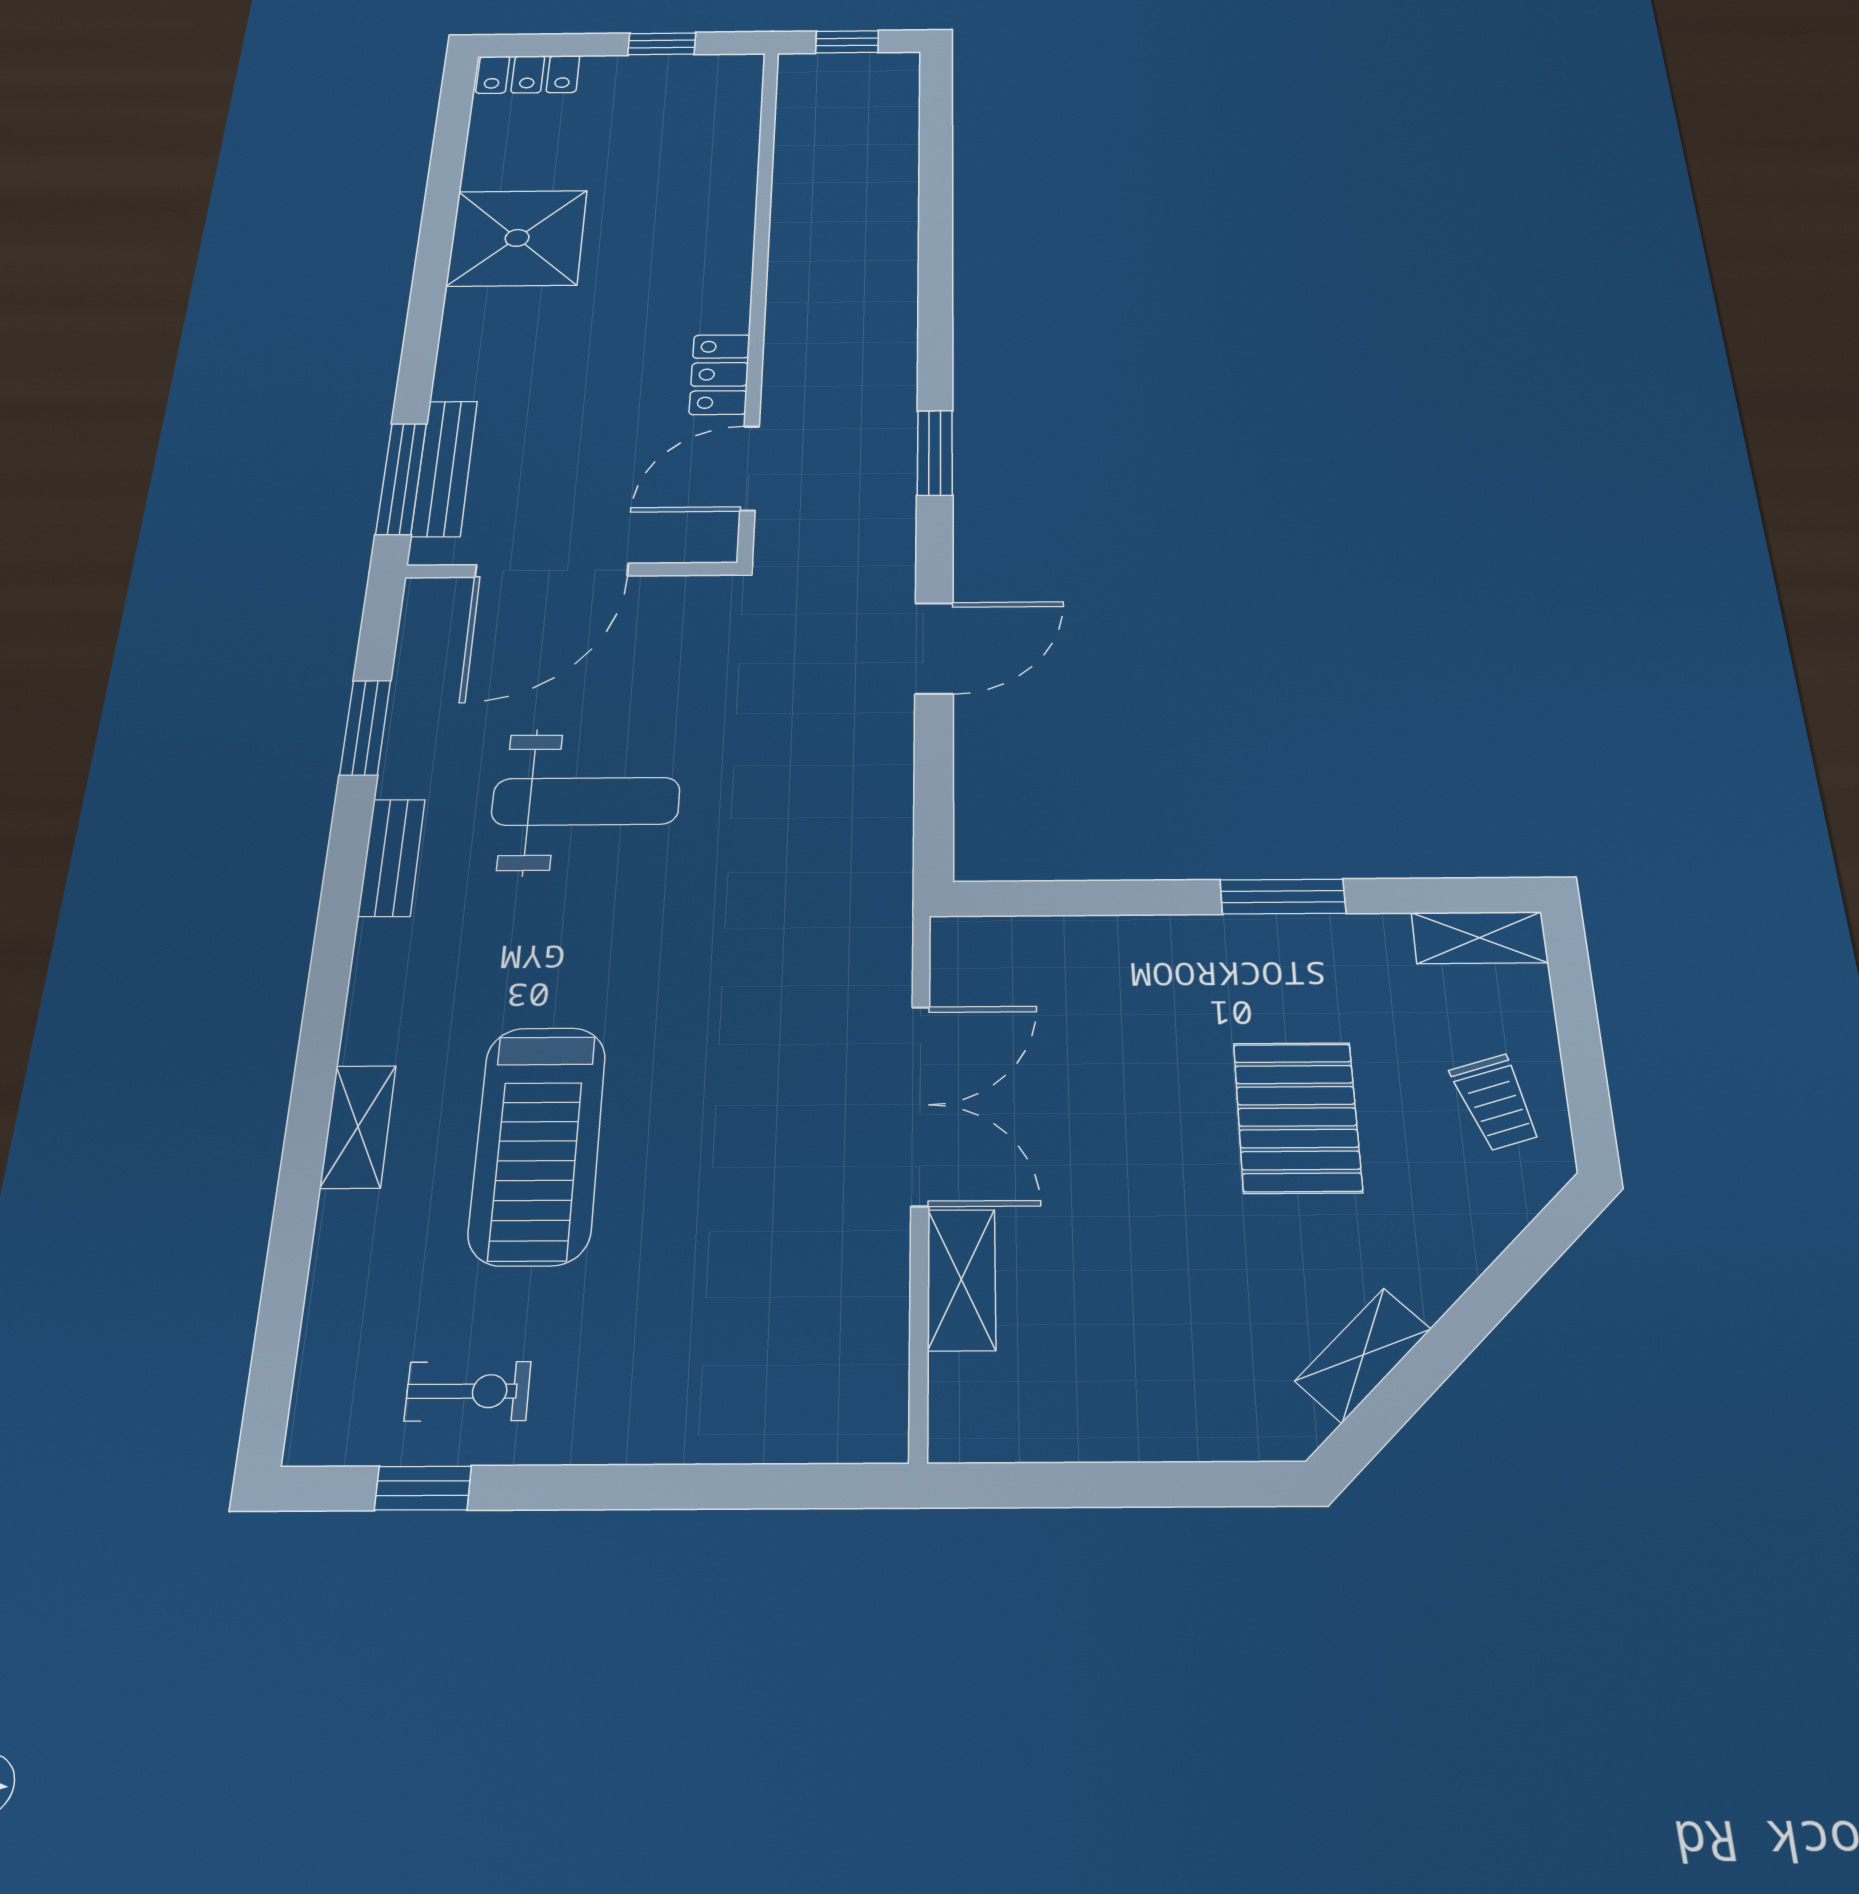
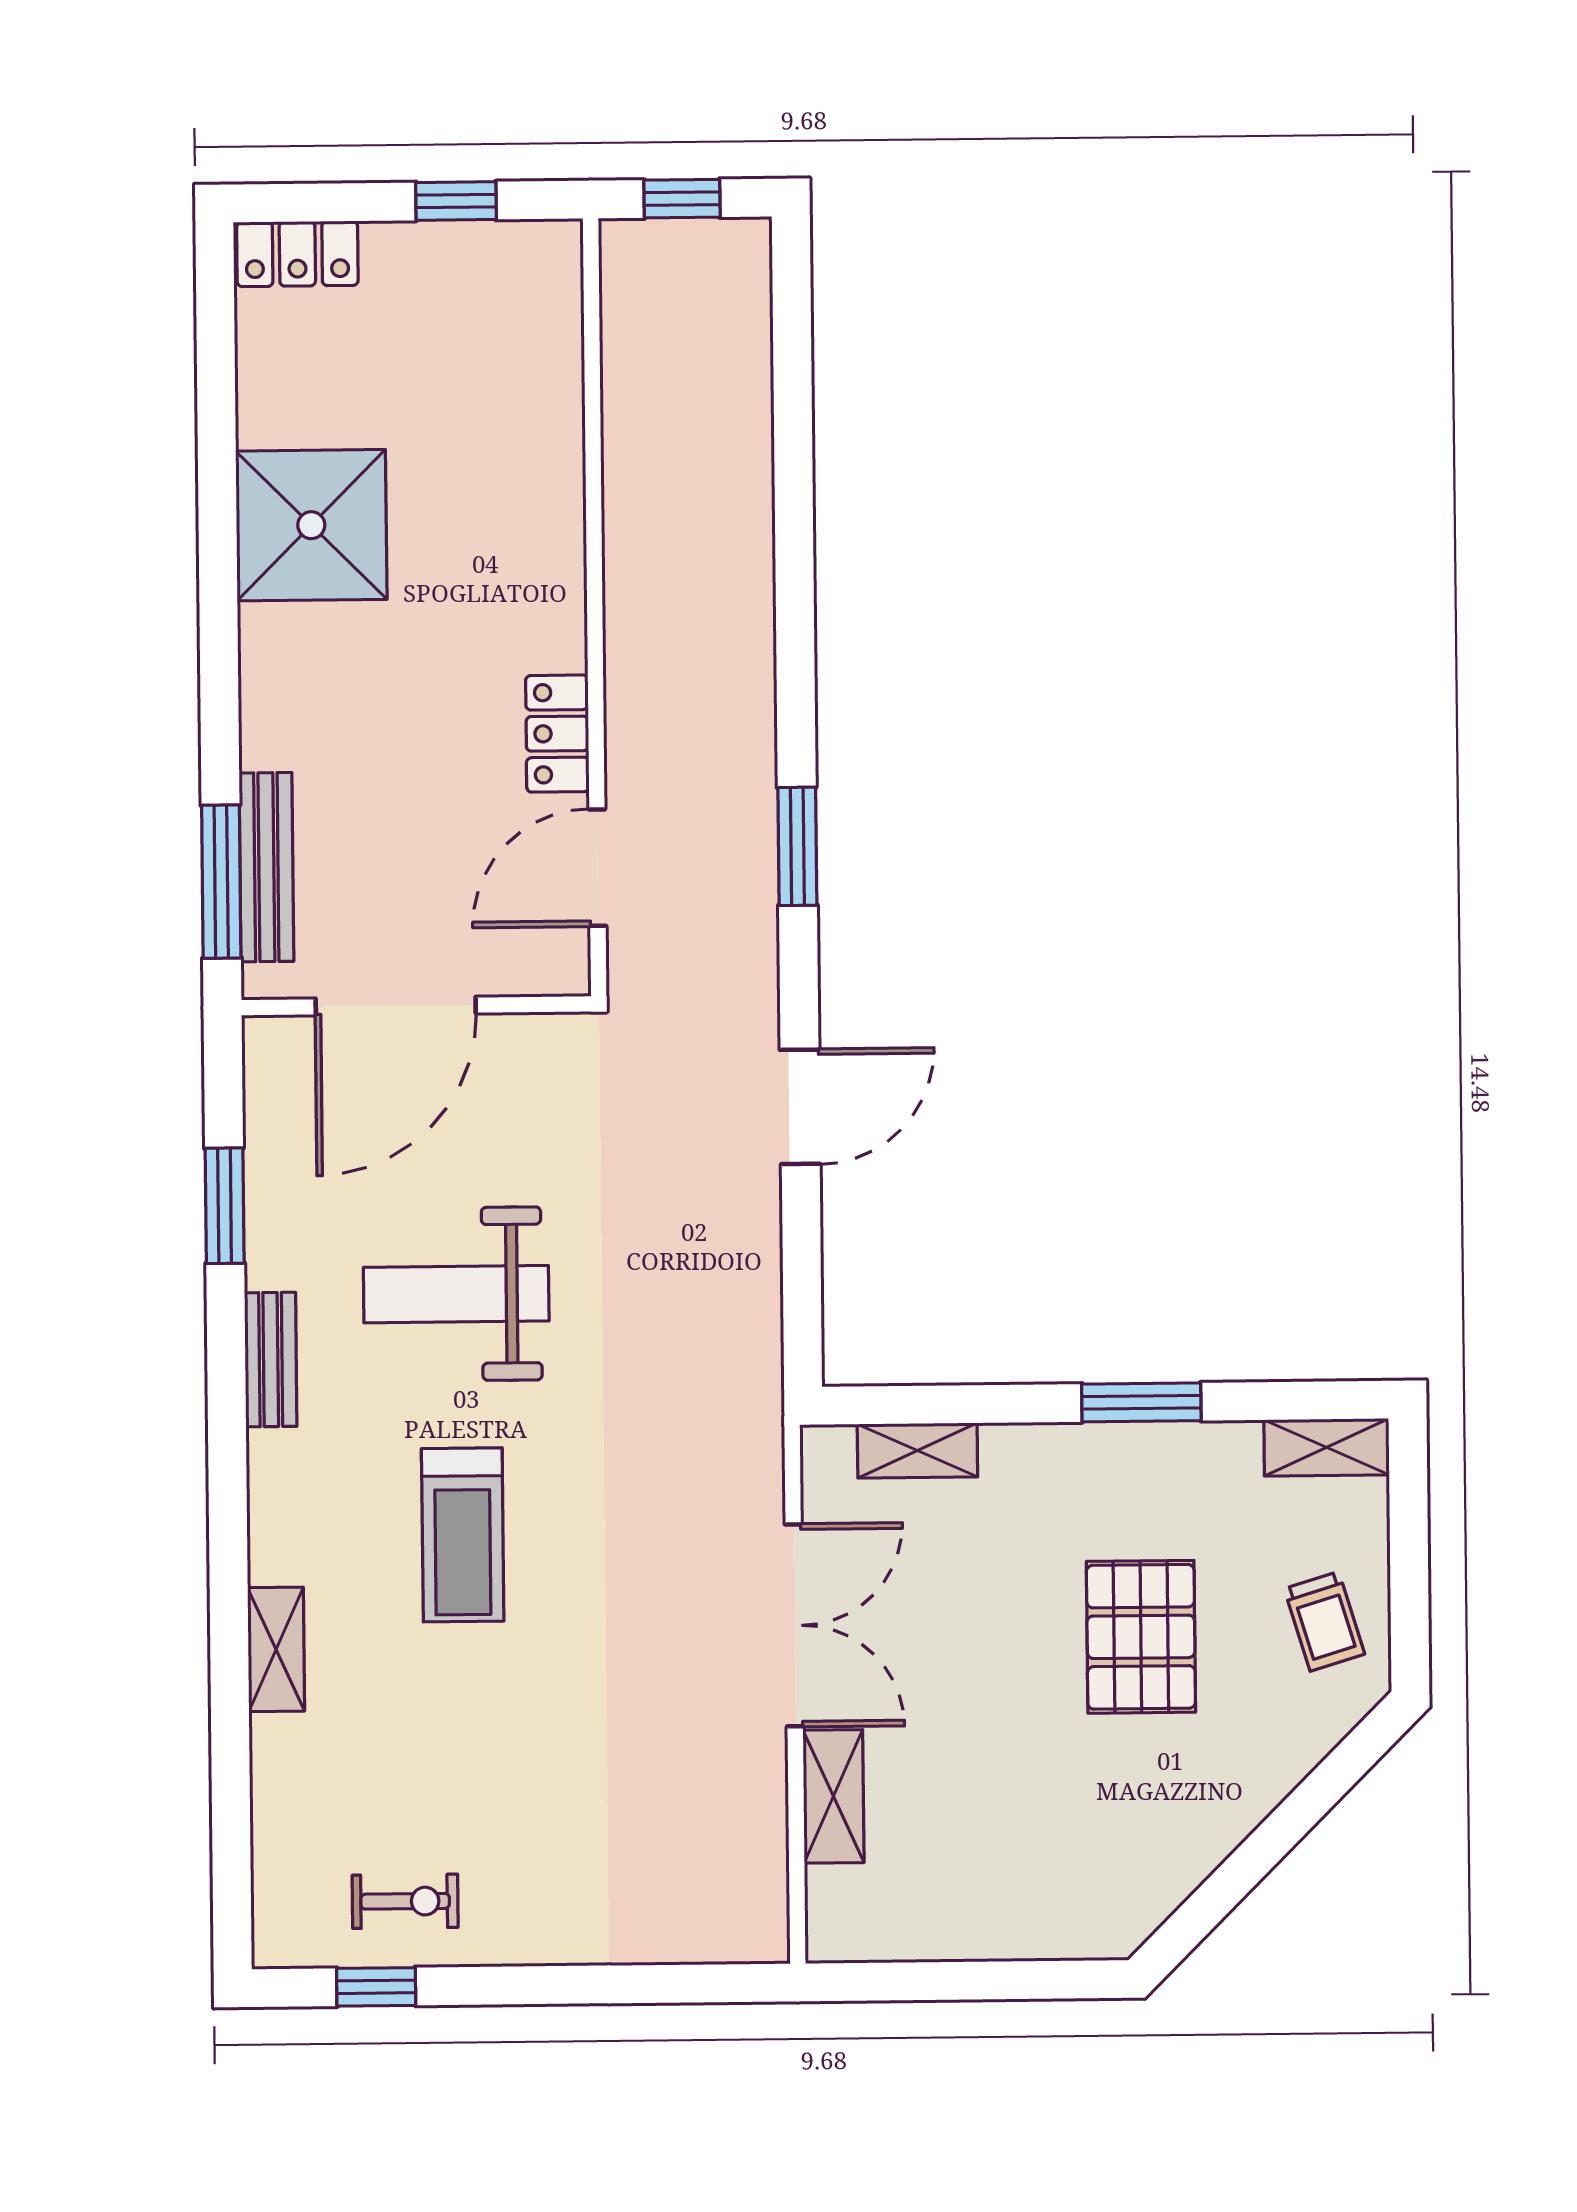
weight bench: (586, 801) -> (456, 1294), turned 180
treadmill: (538, 1144) -> (463, 1535), moved, width x0.73, depth x0.73
shelving: (1363, 1355) -> (917, 1450), moved, turned 45

